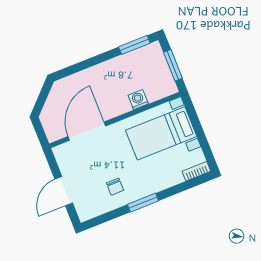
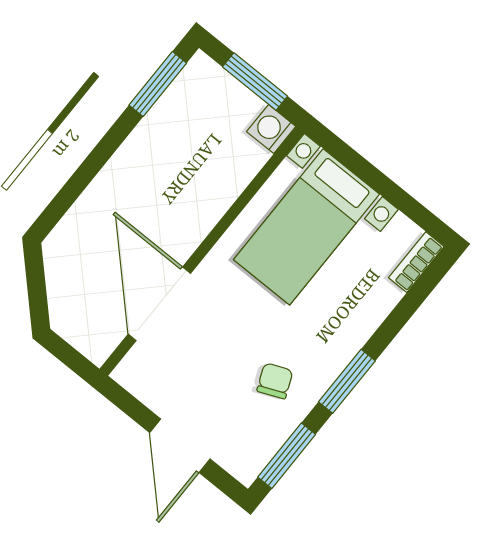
washing machine: (138, 100) -> (271, 129), moved
chair: (115, 187) -> (275, 381), turned -113
window: (103, 218) -> (287, 456), added

